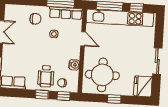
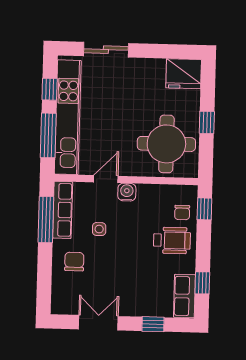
sliding door: (157, 61) -> (106, 50), moved
water cooler: (74, 65) -> (127, 192), moved
window: (42, 95) -> (202, 283), moved

